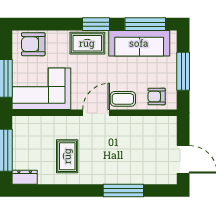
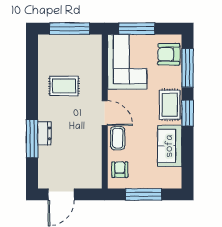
window: (145, 24) -> (188, 68), moved
sofa: (139, 43) -> (170, 146), width x0.73
armchair: (33, 44) -> (169, 54), turned -90
dresser: (25, 177) -> (44, 133), moved

